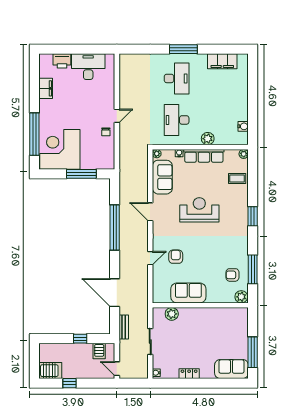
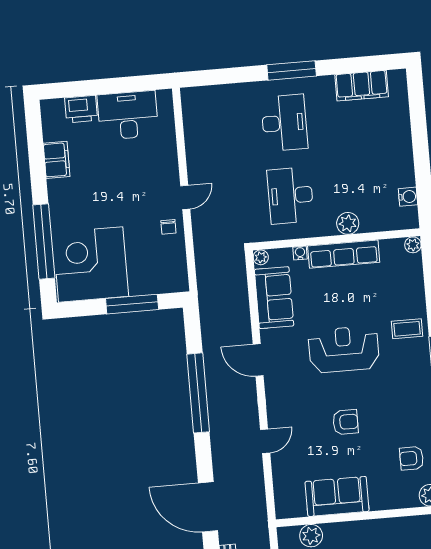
coffee table: (237, 178) -> (407, 329), moved
armchair: (176, 257) -> (345, 422), moved, turned 90

